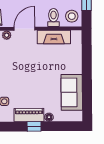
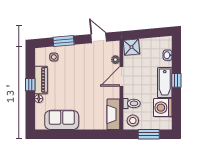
door: (24, 29) -> (121, 76), swing flipped
fireplace: (54, 37) -> (113, 114), moved

